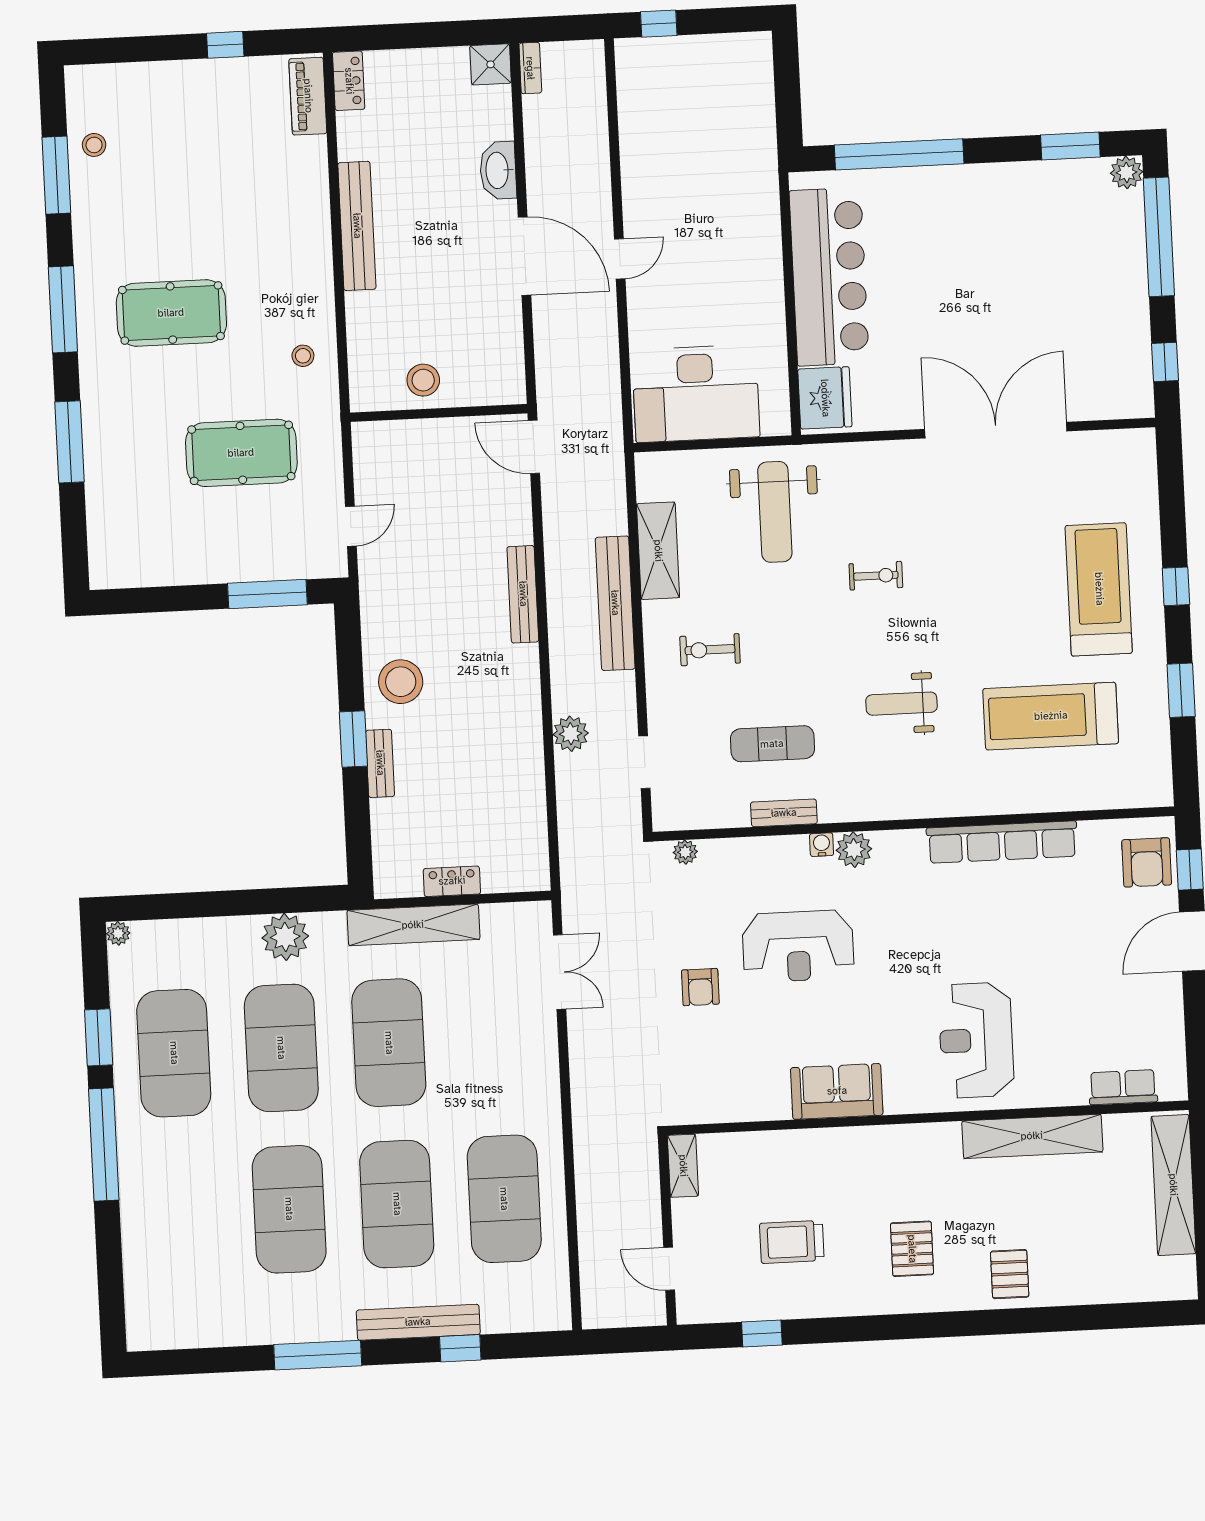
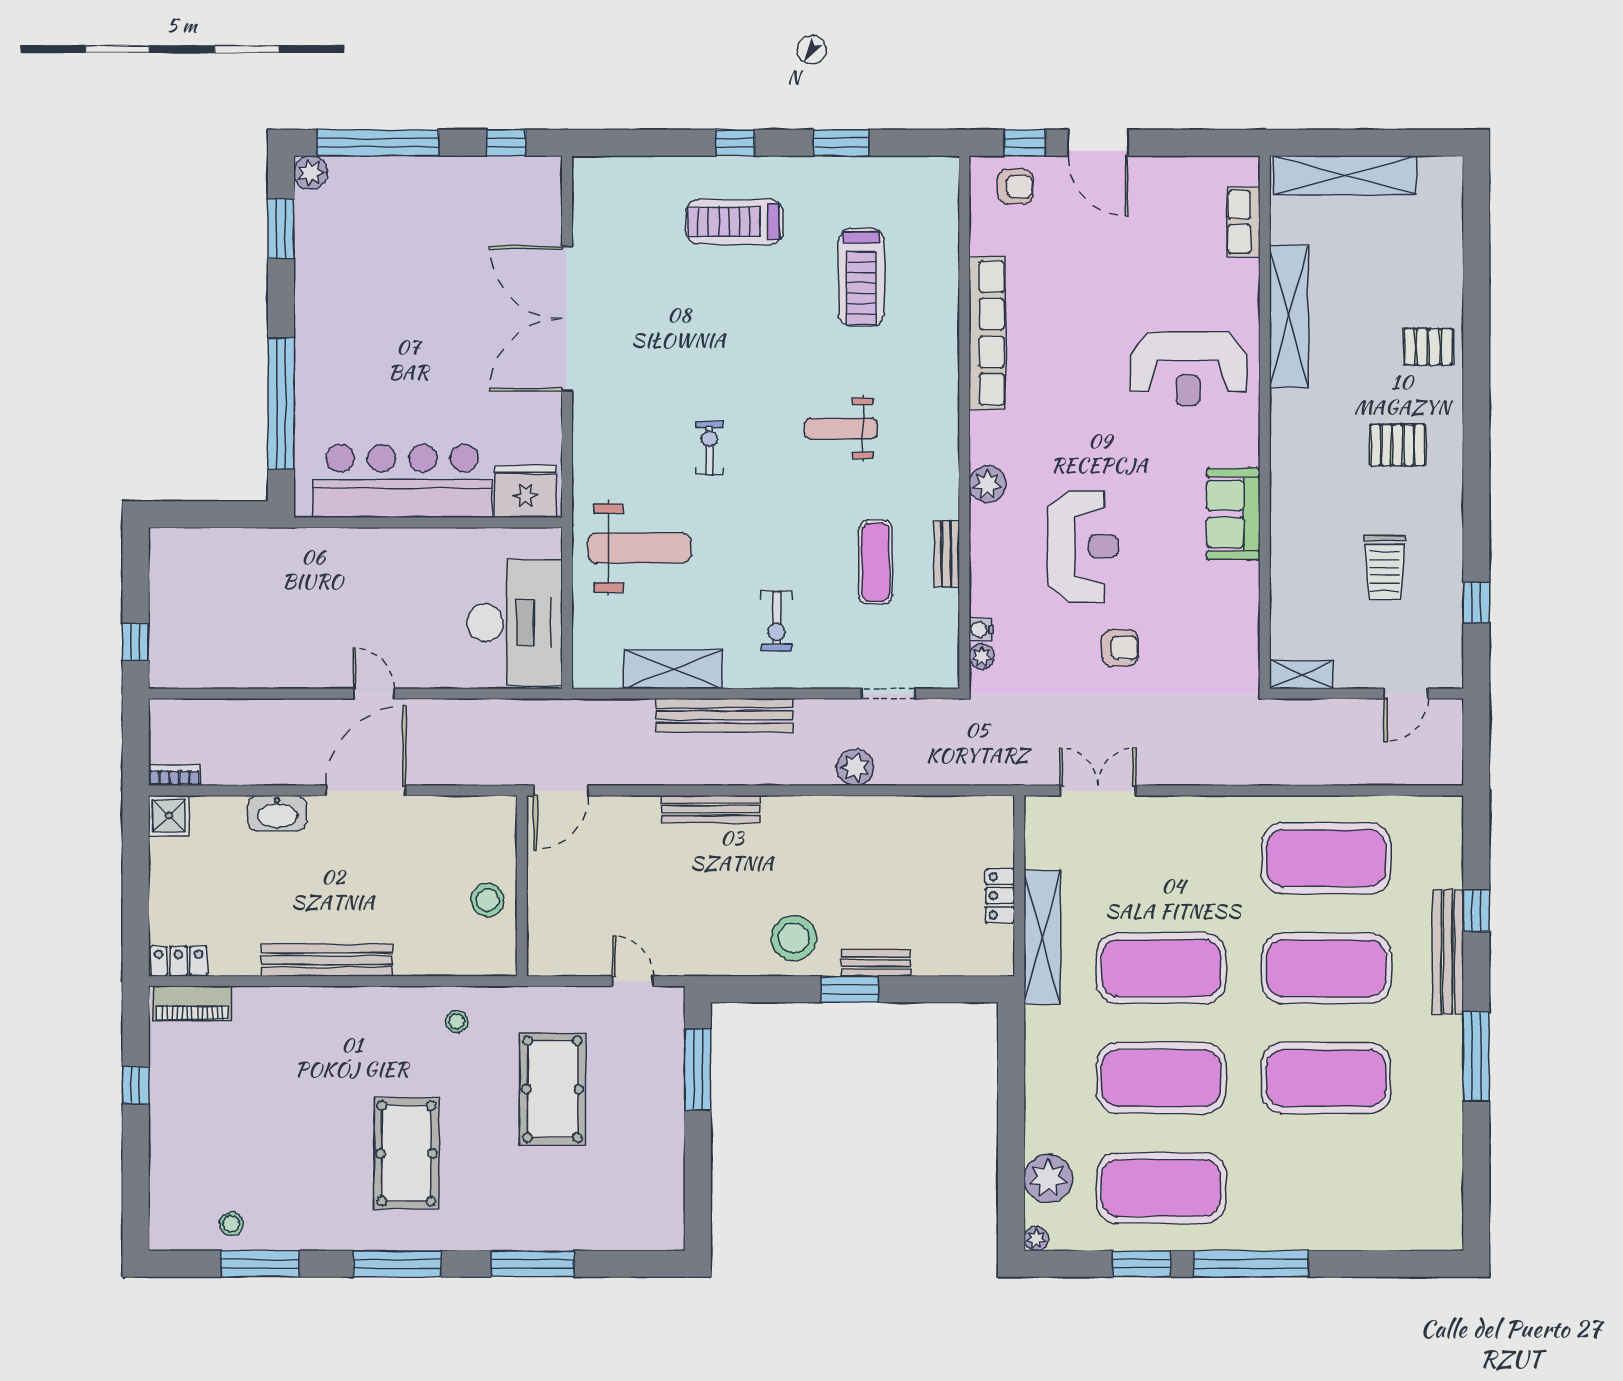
treadmill: (1099, 589) -> (734, 222), width x0.73, depth x0.73
weight bench: (901, 704) -> (841, 429), turned 90
treadmill: (1051, 716) -> (861, 277), width x0.73, depth x0.73
water cooler: (822, 845) -> (981, 629), moved
armchair: (1147, 862) -> (1015, 187), width x0.72, depth x0.72
plant: (285, 937) -> (1048, 1178), moved

